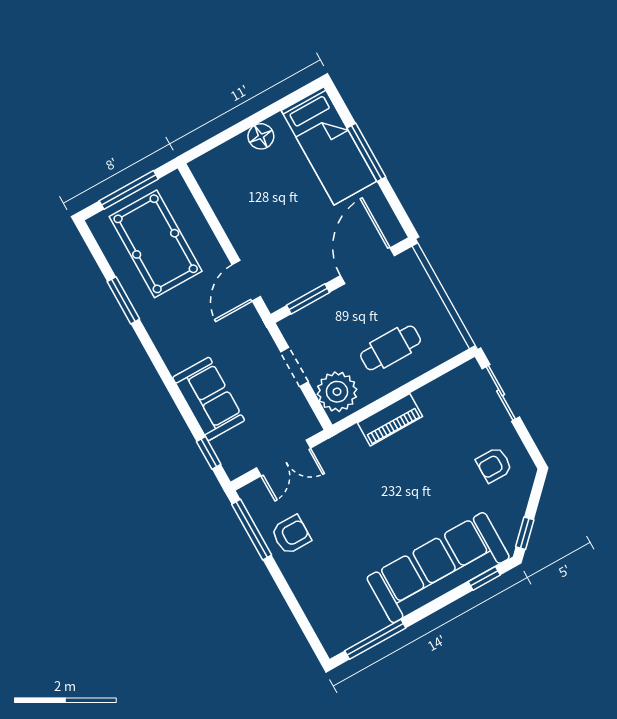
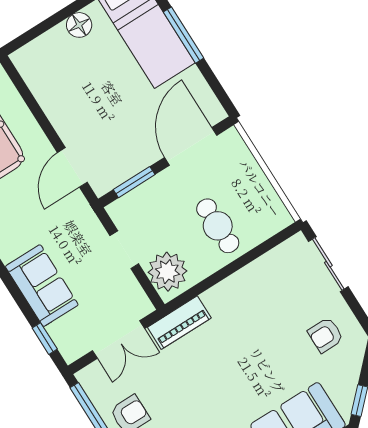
cafe table: (391, 348) -> (218, 226), turned 90
piano: (390, 420) -> (179, 323), moved

